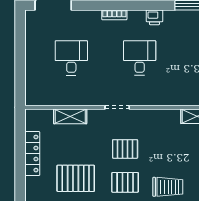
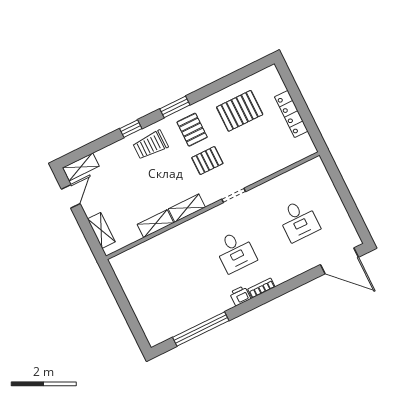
bookcase: (114, 15) -> (261, 288), moved
shelving: (70, 116) -> (187, 208), moved
pallet: (125, 182) -> (192, 130), turned 90

